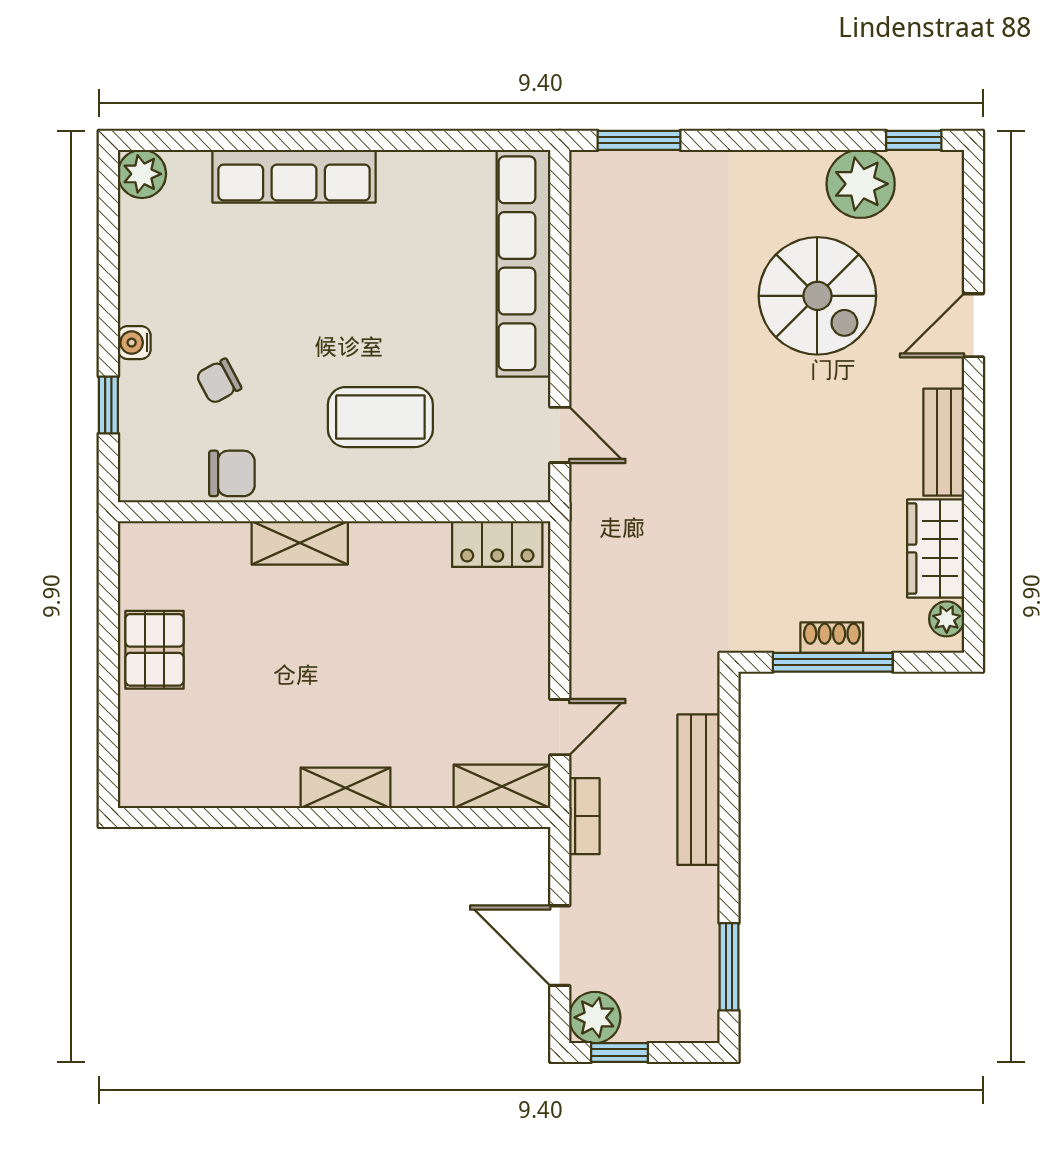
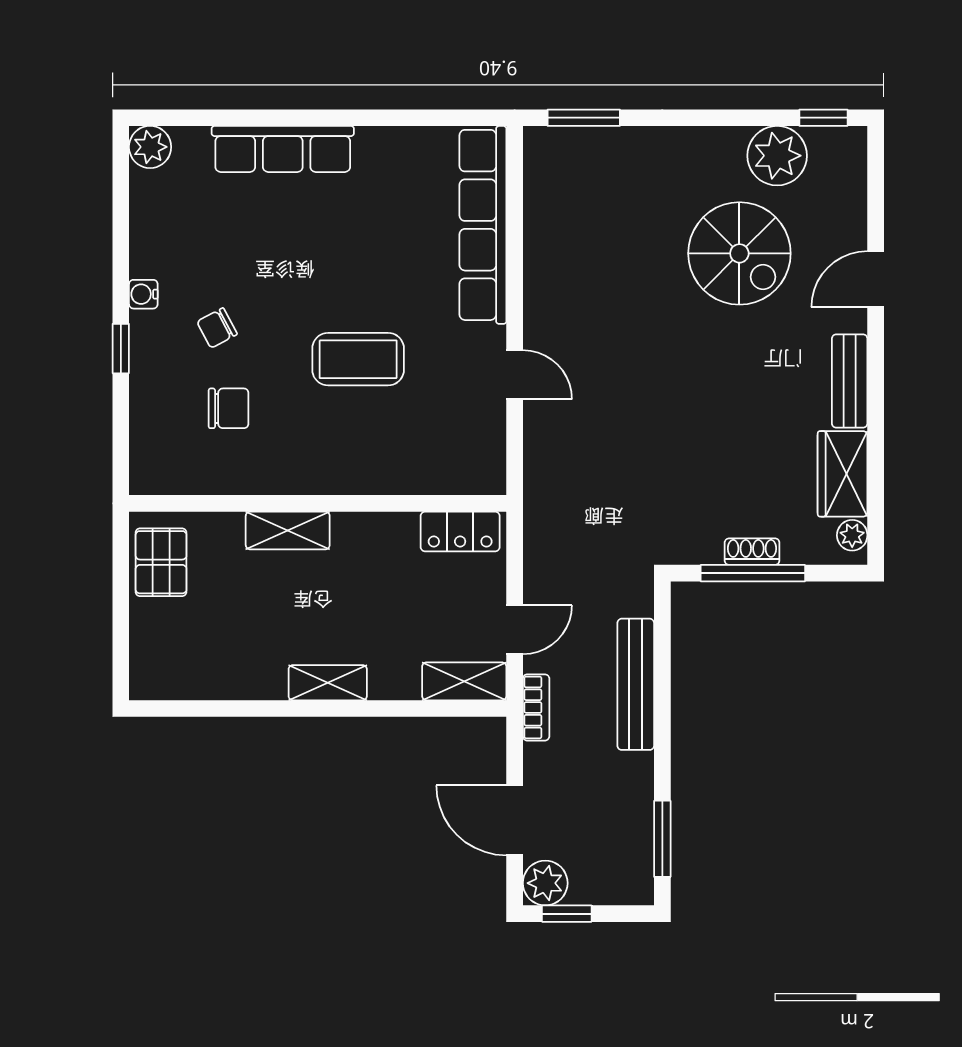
wall: (334, 512) -> (318, 503), moved
shelving: (300, 543) -> (288, 530), moved
locker: (497, 544) -> (460, 531), moved

